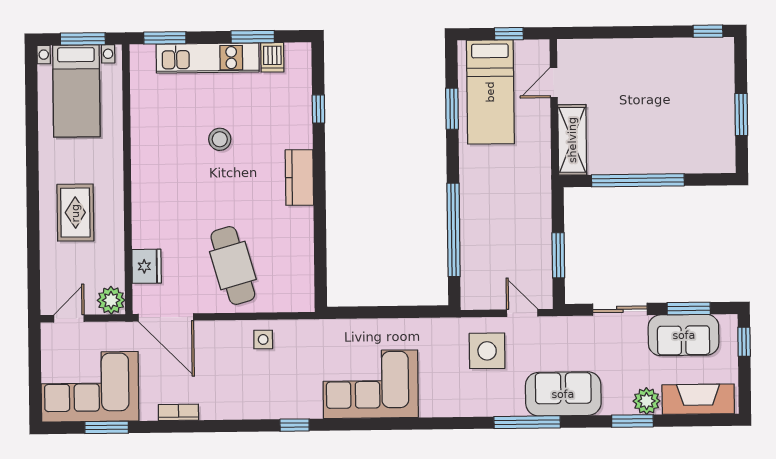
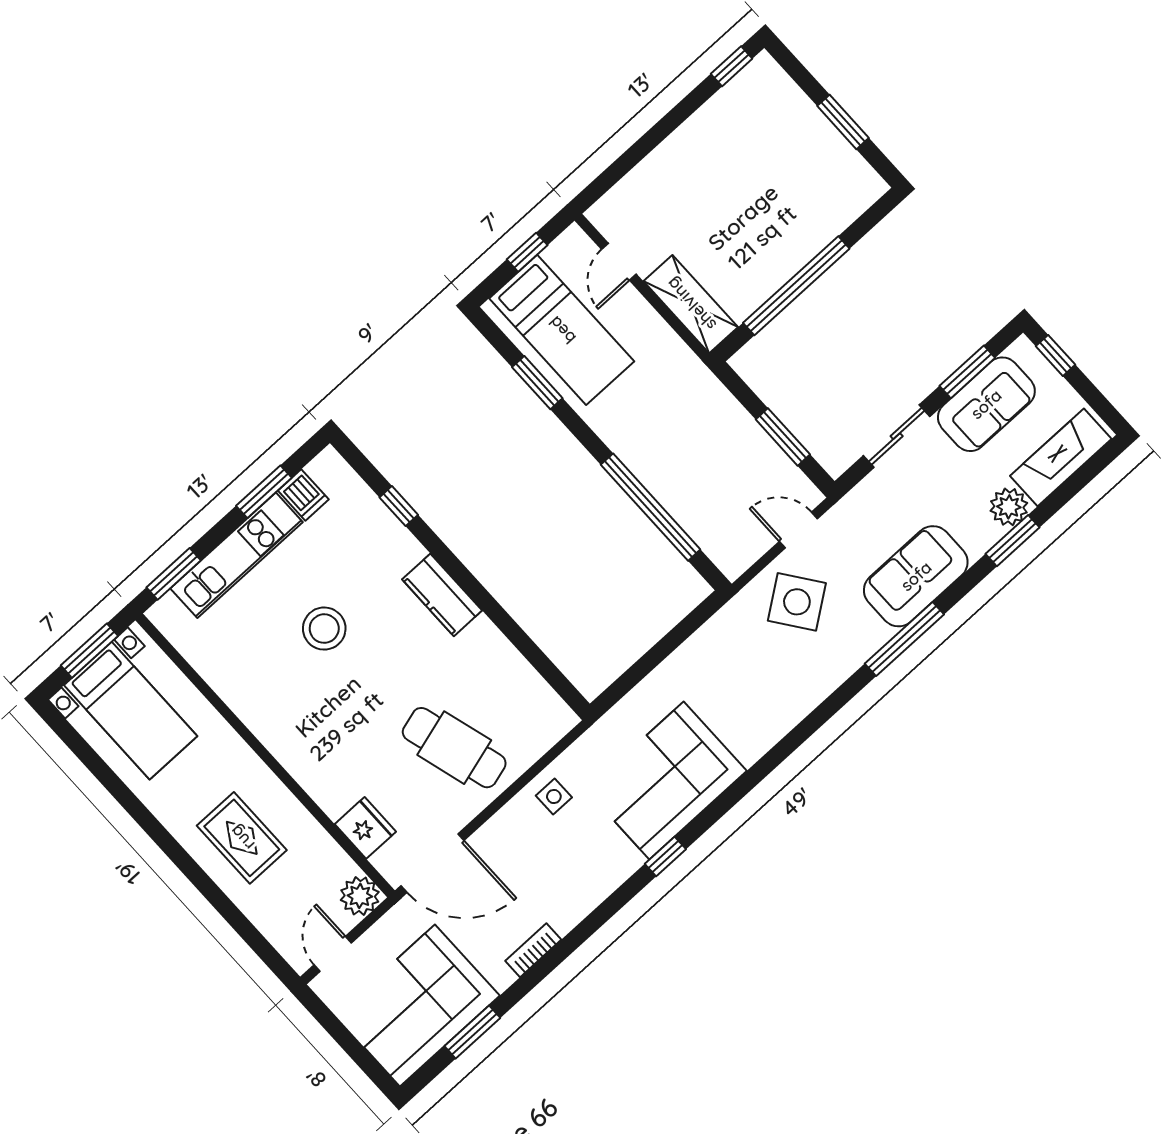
stool: (220, 139) -> (324, 629), width x1.38, depth x1.38
side table: (487, 351) -> (797, 602), turned -36
corner sofa: (370, 384) -> (666, 781), moved

